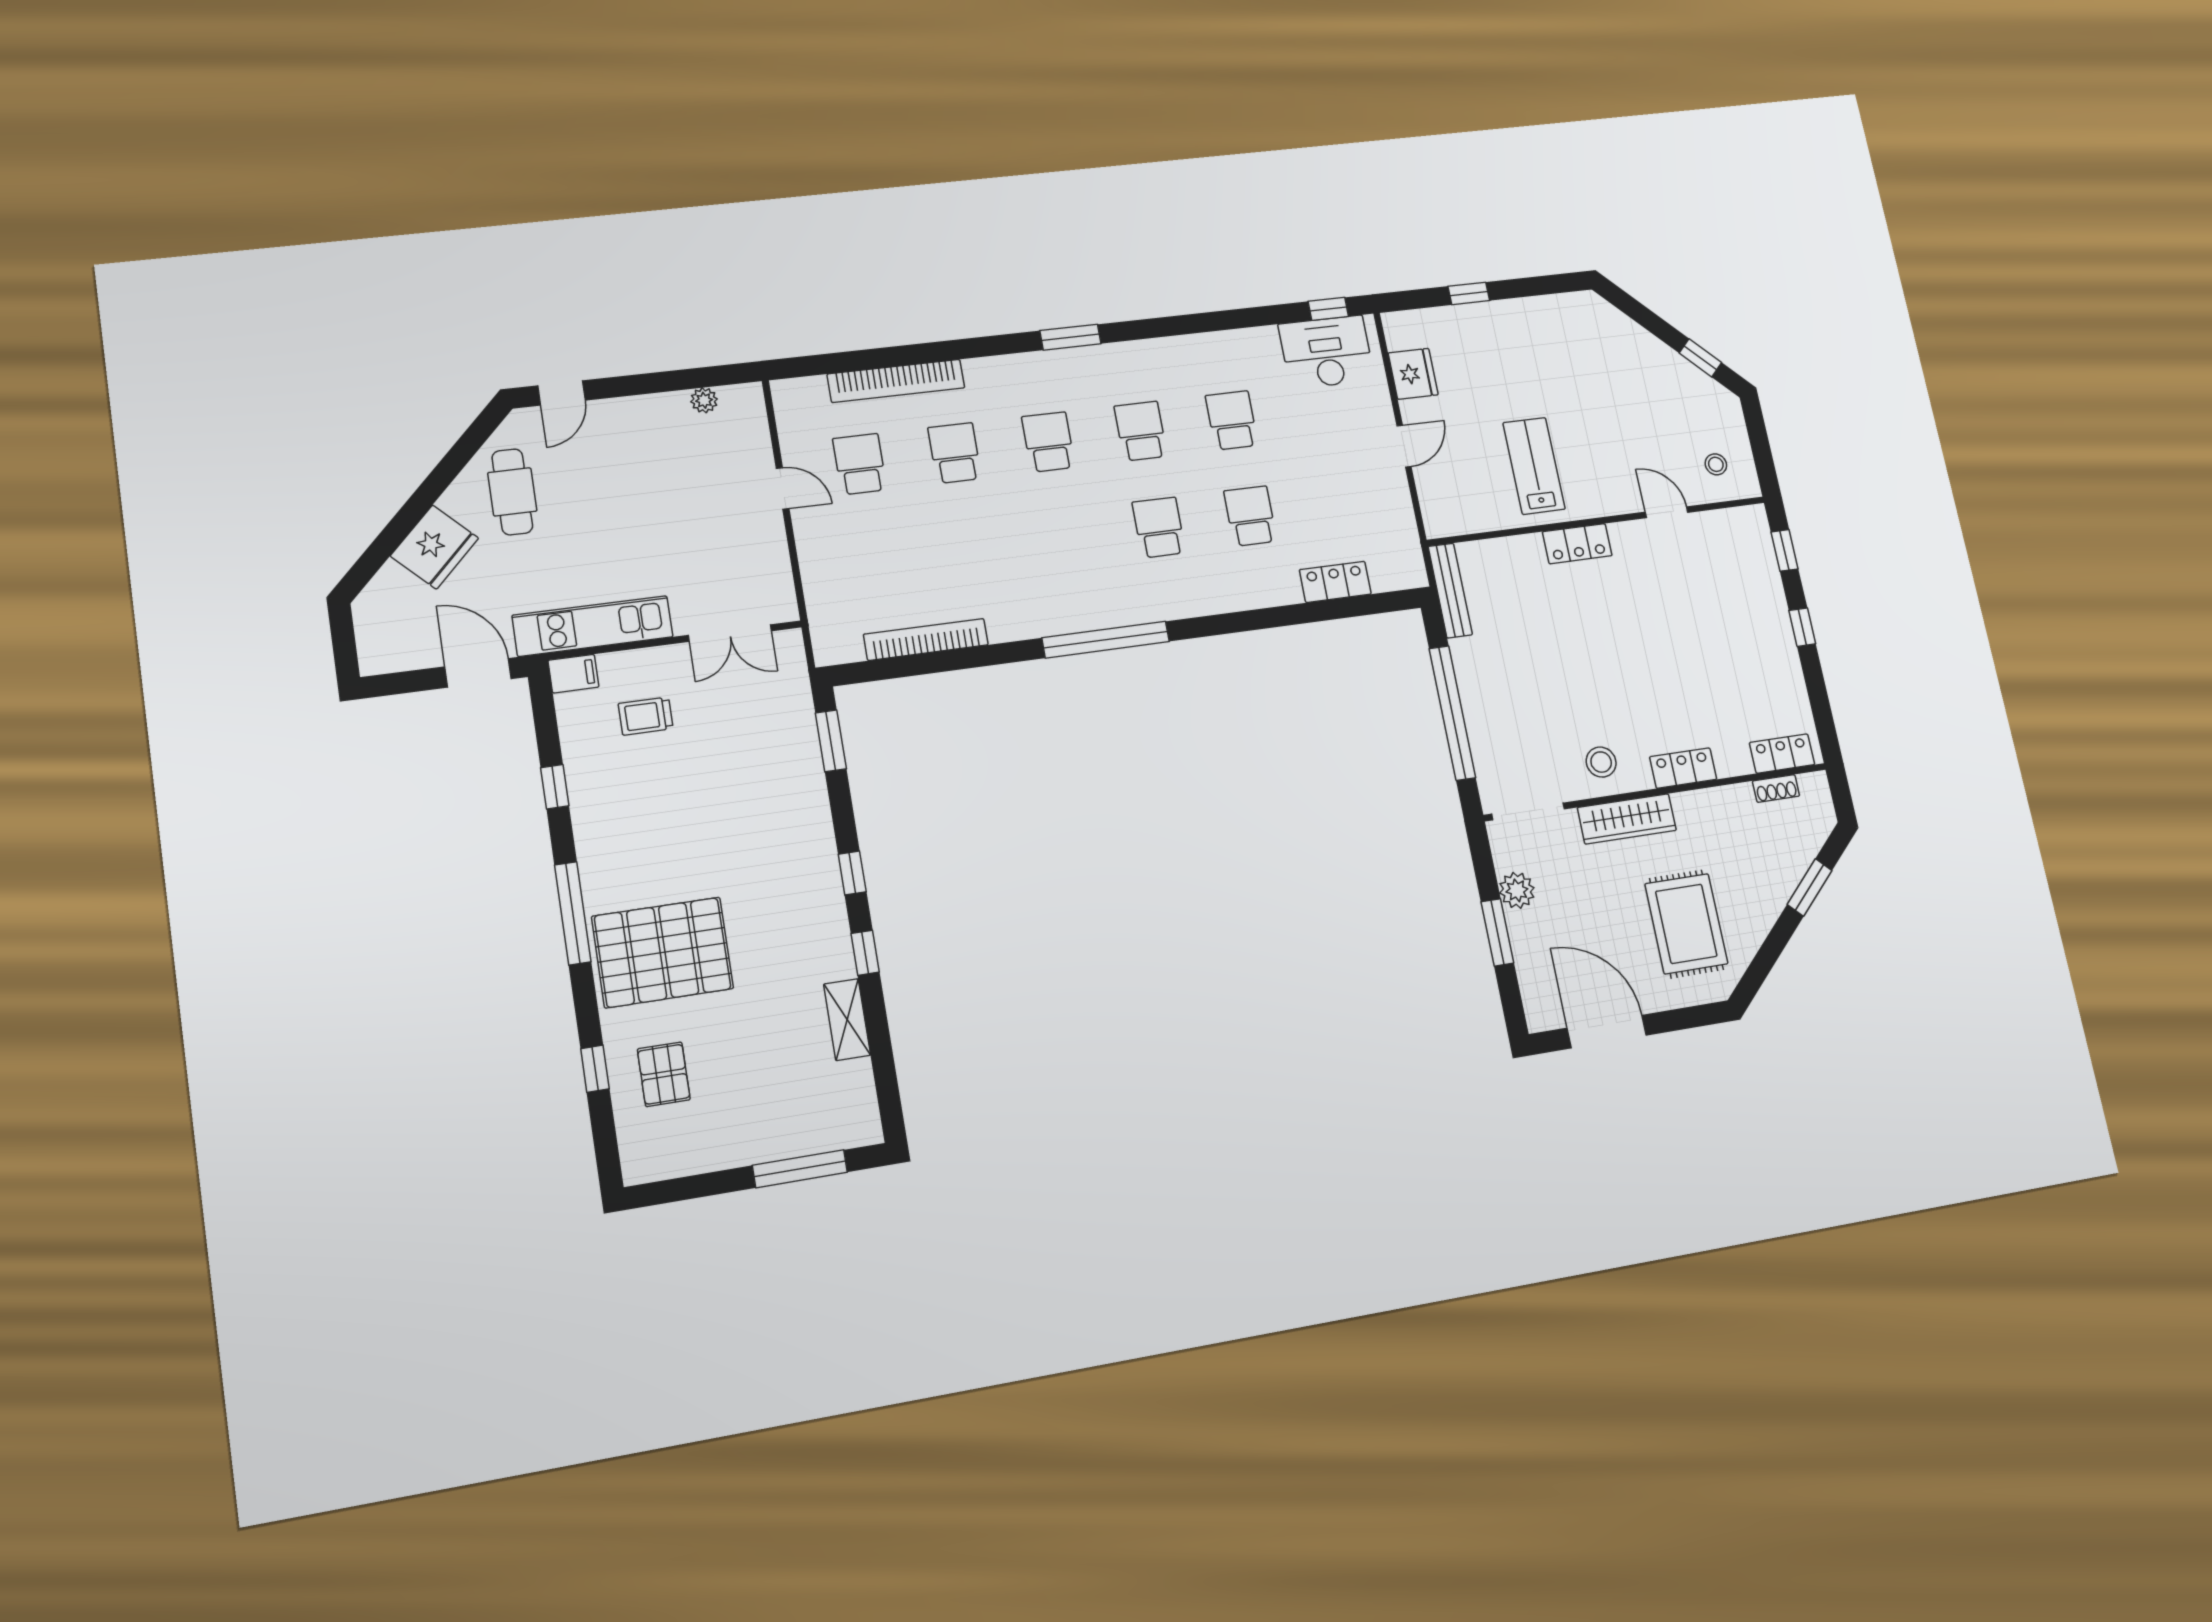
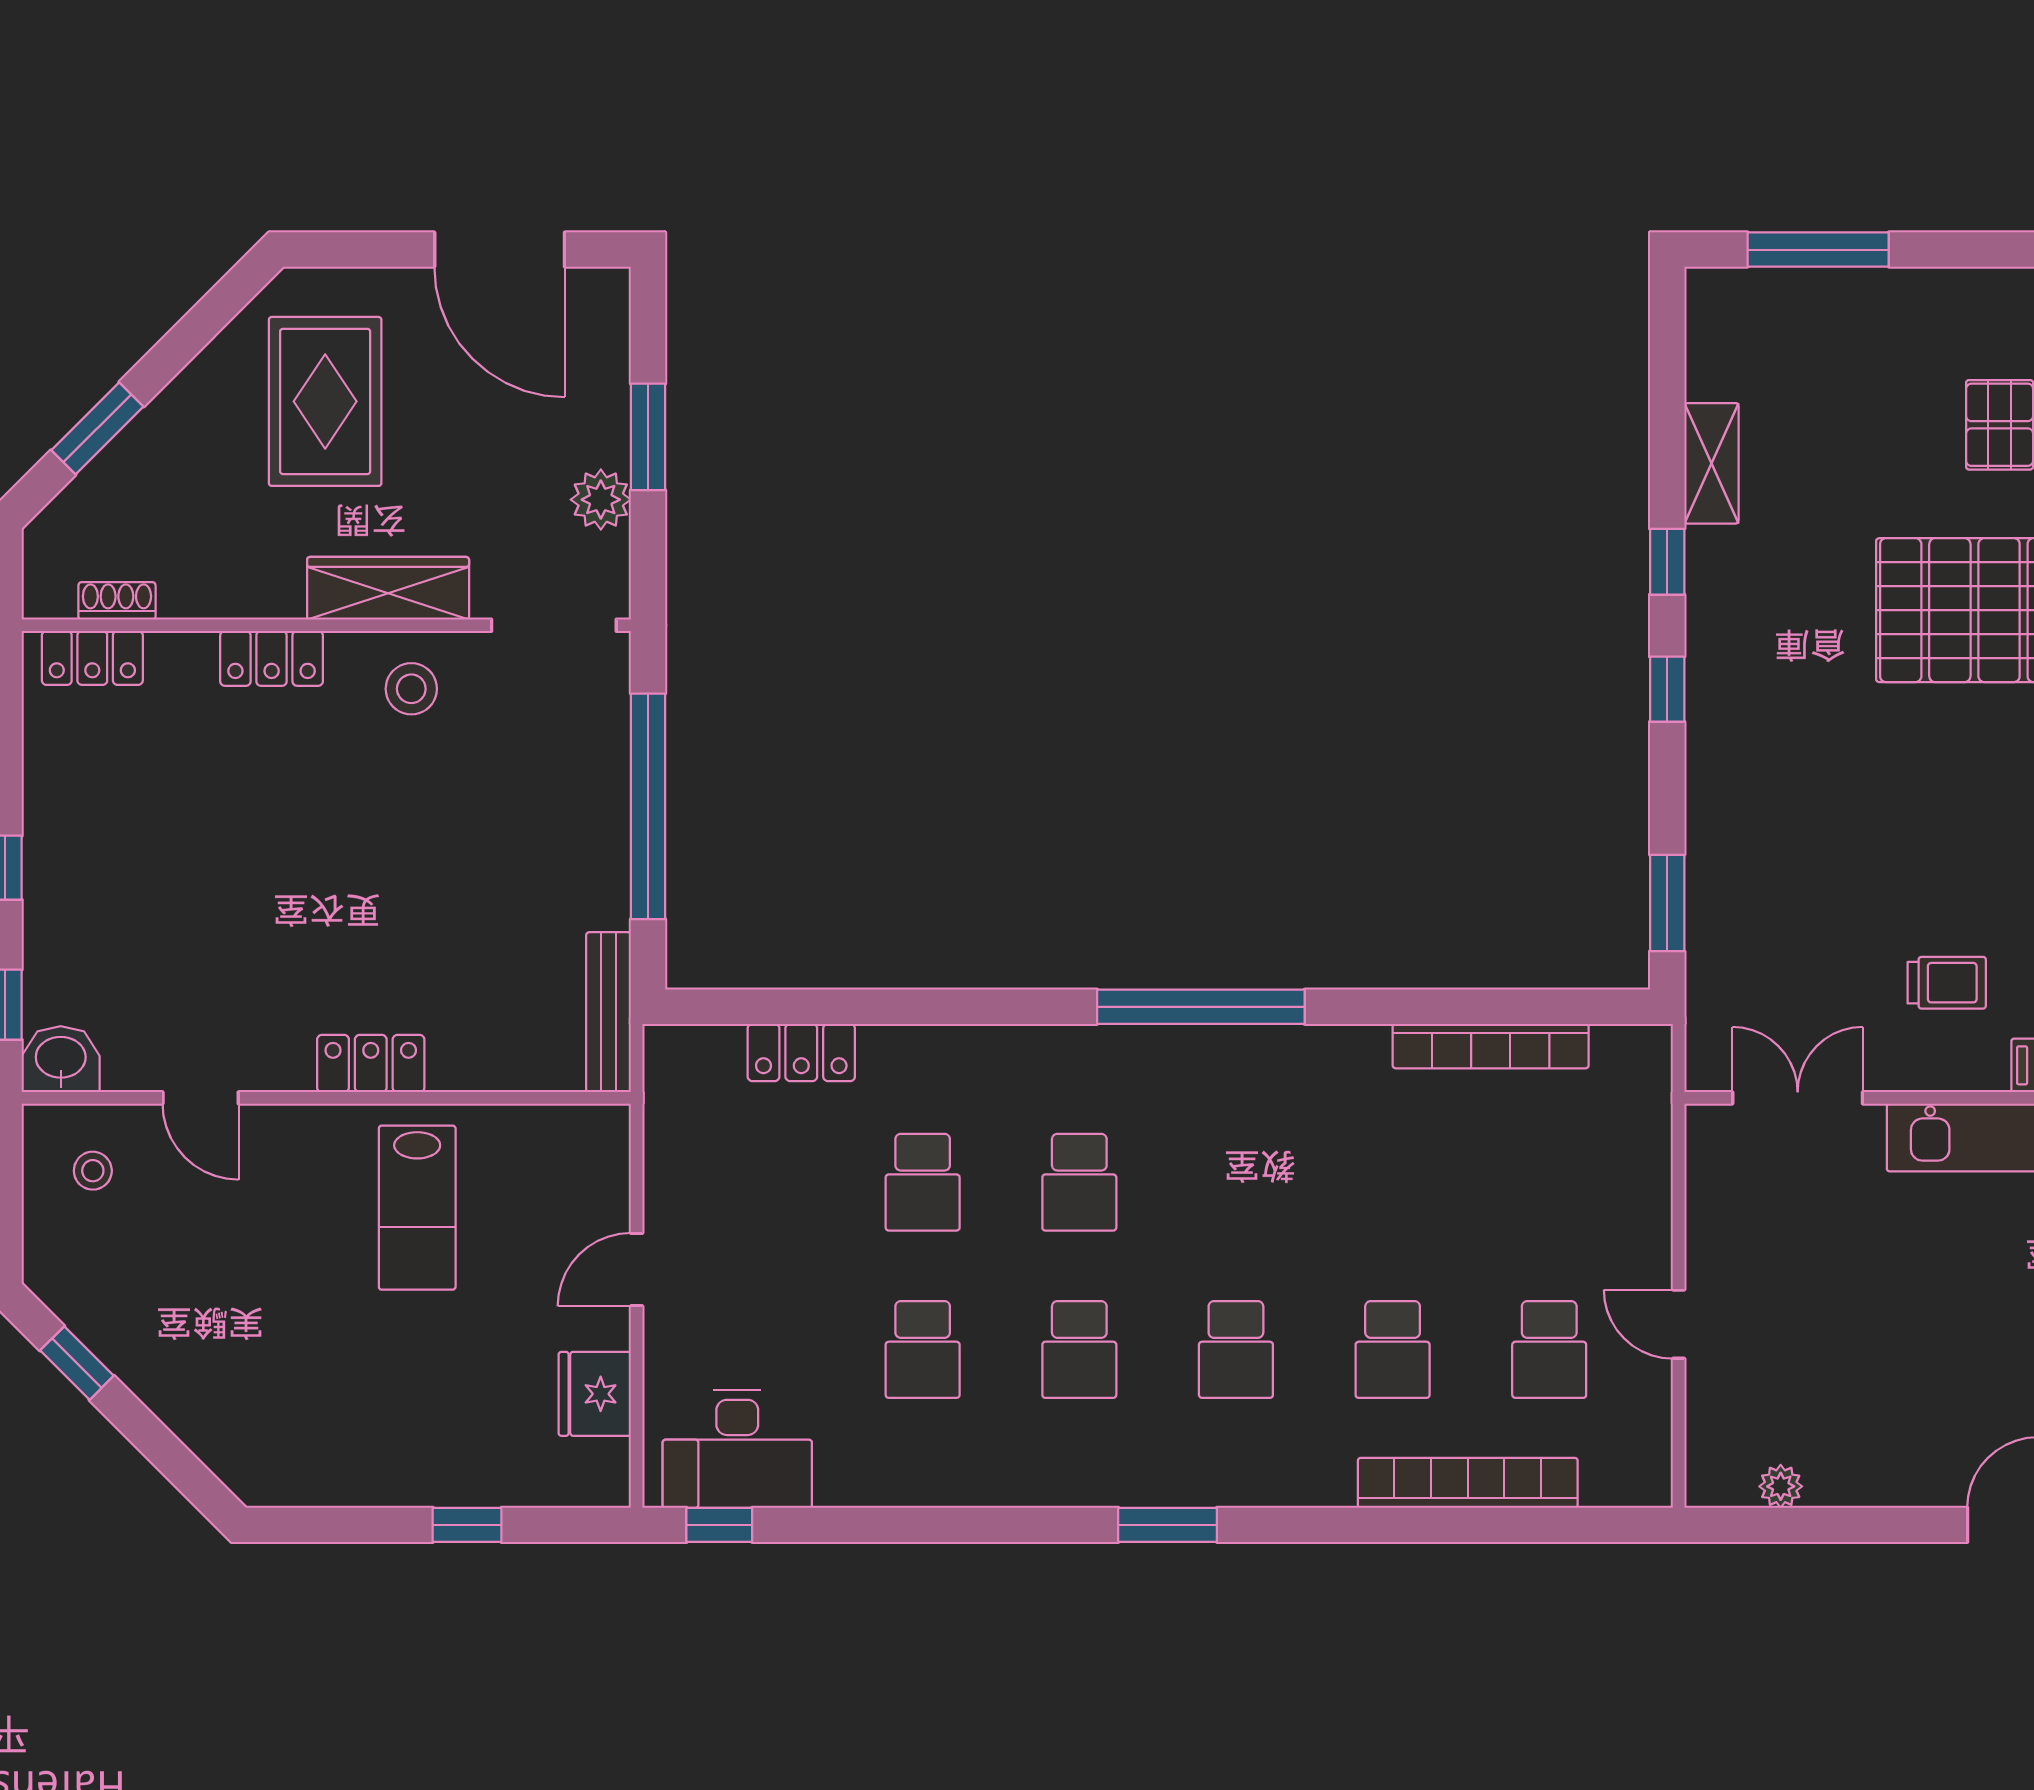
washbasin: (1747, 524) -> (61, 1059), added

